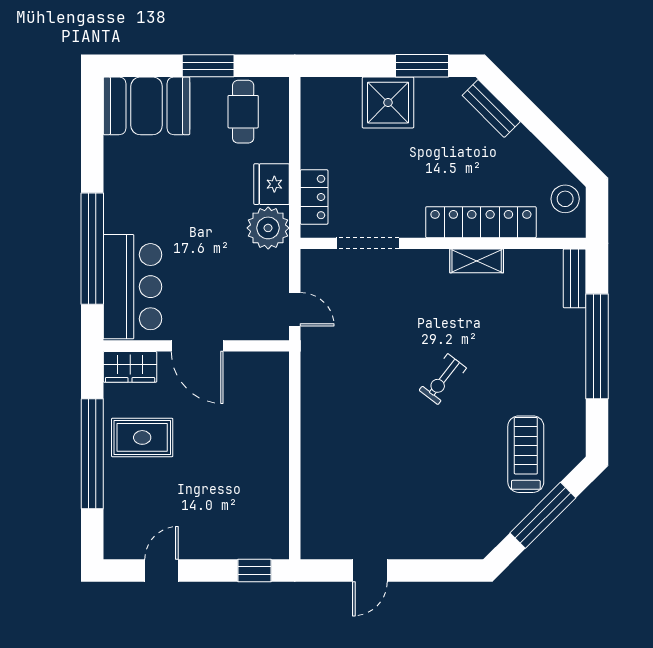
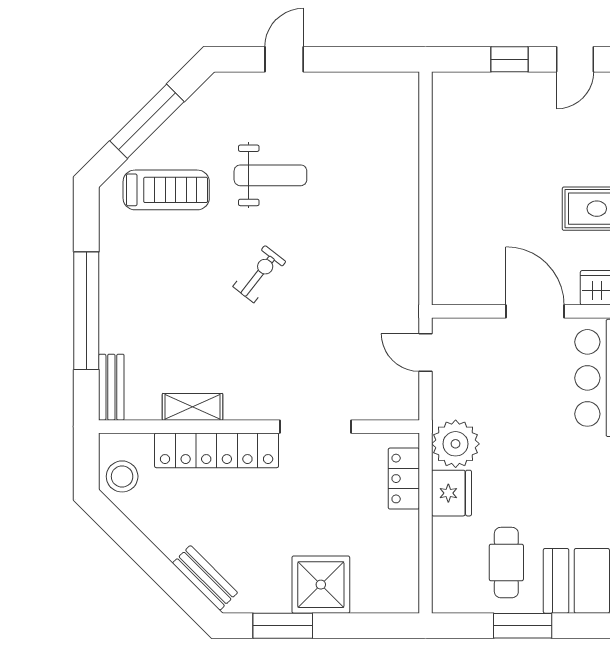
cafe table: (243, 112) -> (506, 563), moved
doorway: (368, 243) -> (315, 427), moved
shelving: (477, 261) -> (193, 407), moved
treadmill: (526, 454) -> (166, 190), turned -90
weight bench: (433, 467) -> (270, 175), added
window: (254, 571) -> (509, 59), moved
door: (370, 571) -> (284, 59), moved

